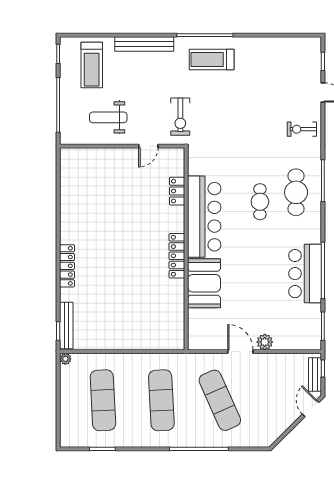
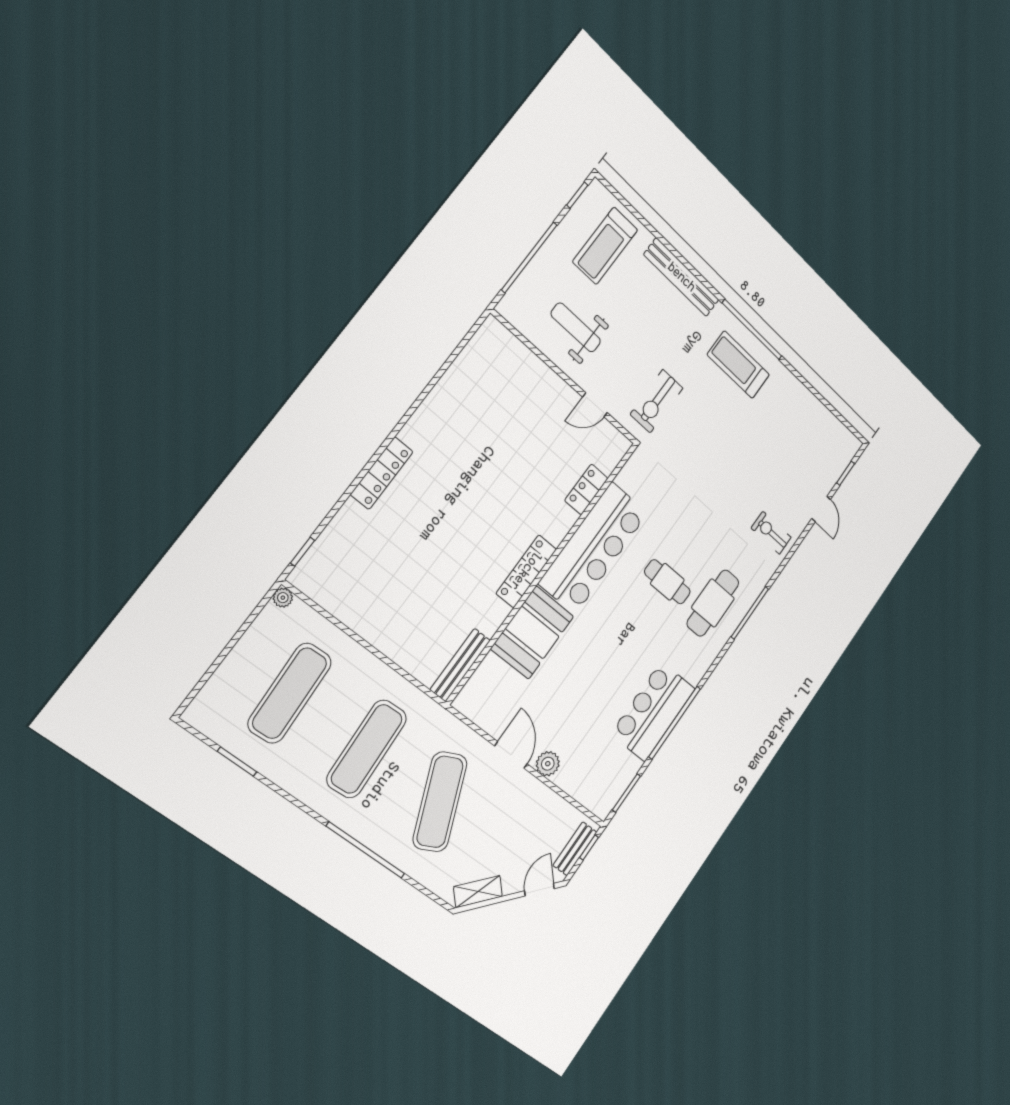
cafe table: (260, 202) -> (667, 582), turned 90
bench: (66, 325) -> (460, 665), moved
shelving: (276, 431) -> (478, 892), added

